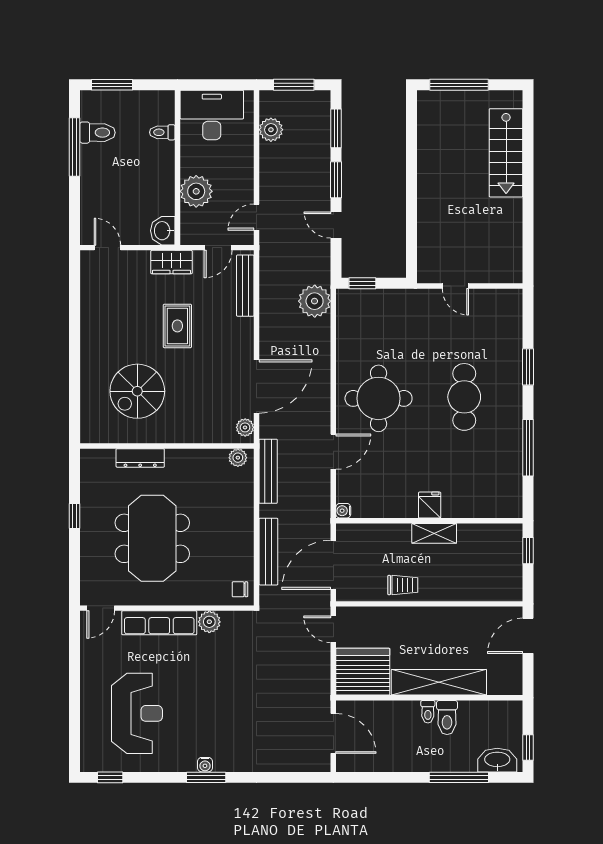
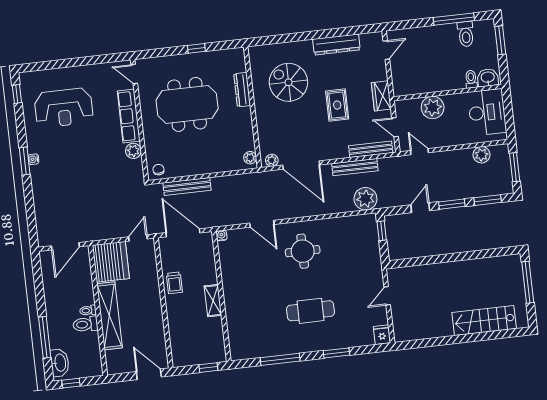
washbasin: (163, 231) -> (488, 78), moved
dresser: (91, 317) -> (336, 44), added
rug: (177, 326) -> (337, 105), turned 90
round table: (379, 398) -> (303, 251), width x0.73, depth x0.73
bench: (268, 471) -> (355, 167), moved
fridge: (430, 505) -> (382, 335), moved, turned -90

